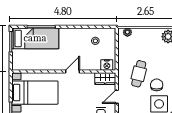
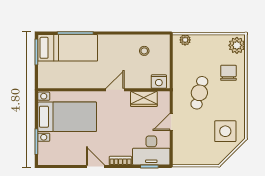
wardrobe: (105, 79) -> (144, 99), moved
chair: (157, 85) -> (228, 73), moved

